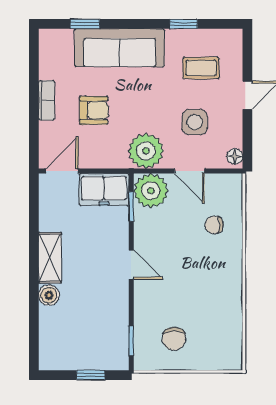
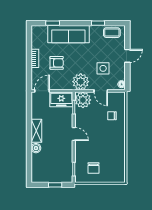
coffee table: (201, 68) -> (112, 33), moved

